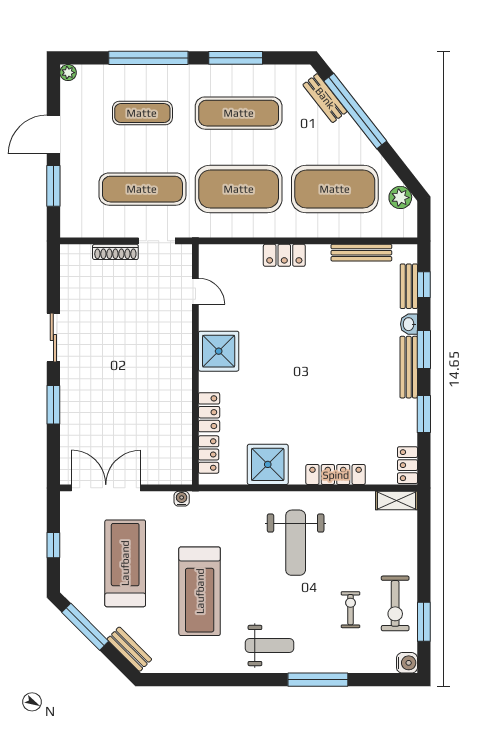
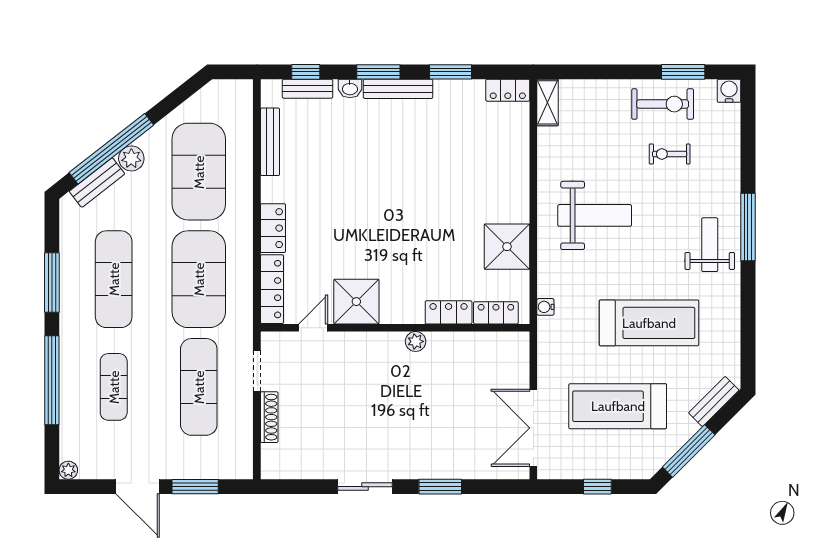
plant: (400, 197) -> (131, 158), moved
shower: (219, 351) -> (356, 302), moved
plant: (183, 383) -> (416, 341), added
locker: (336, 475) -> (272, 289), moved, turned 180
water cooler: (182, 499) -> (545, 307), moved
window: (318, 680) -> (748, 227), moved

